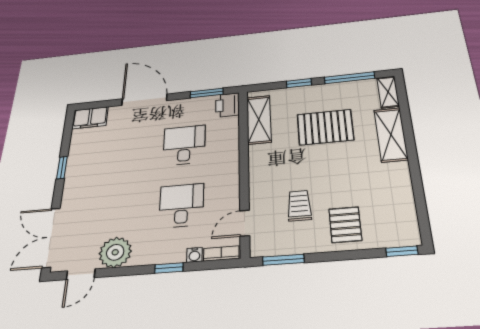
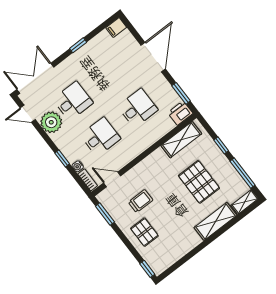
filing cabinet: (90, 118) -> (116, 28), width x0.50
desk: (114, 211) -> (73, 101), added
pallet: (345, 225) -> (144, 232), turned 90

